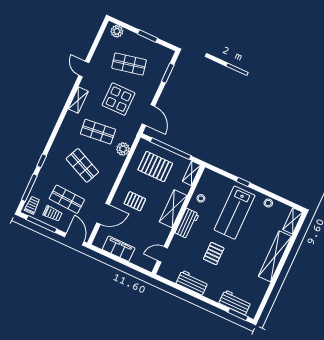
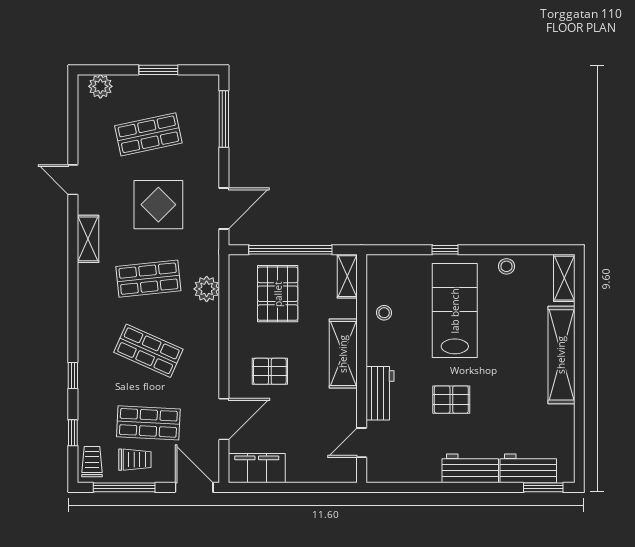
window: (168, 73) -> (224, 119), width x1.44
door: (148, 115) -> (224, 209), hinge flipped
pallet: (155, 167) -> (278, 294), turned 90
window: (29, 188) -> (73, 433), width x0.46
lab bench: (235, 213) -> (455, 311), turned 180
workbench: (187, 223) -> (380, 393), moved
filing cabinet: (119, 249) -> (257, 468), moved
pallet: (214, 254) -> (451, 400), turned 90
workbench: (192, 283) -> (470, 468), moved

